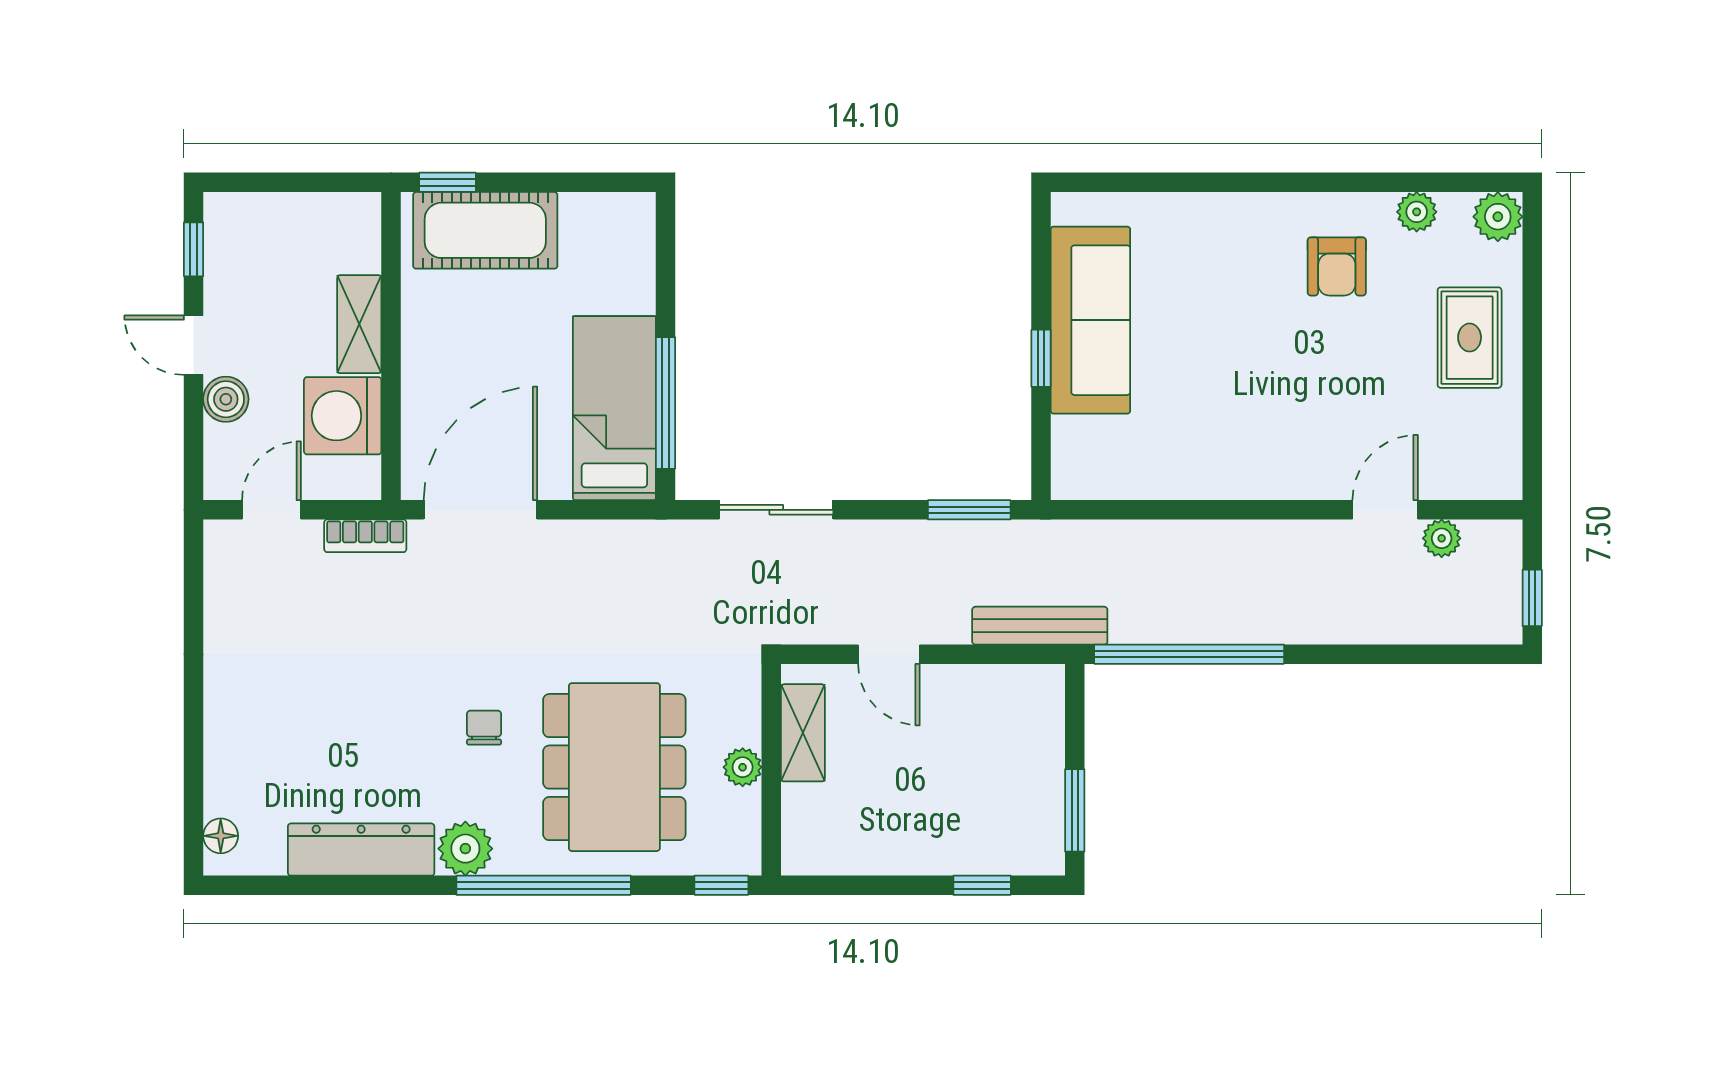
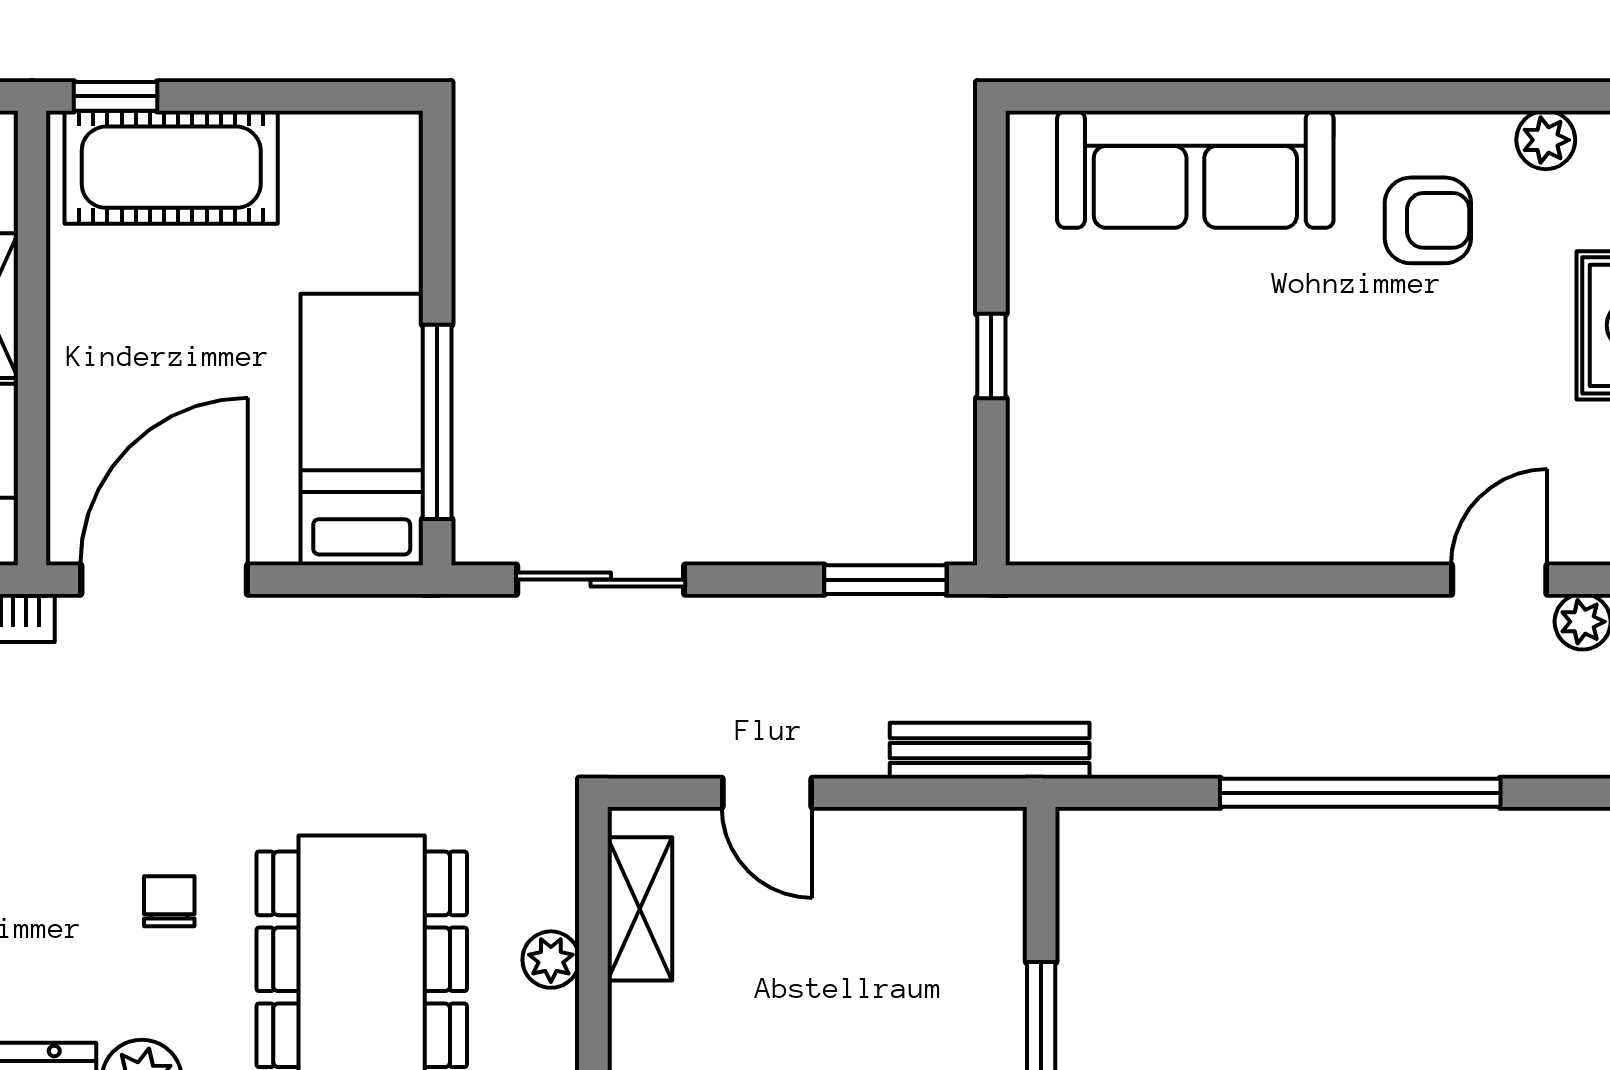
armchair: (1337, 266) -> (1428, 220), turned -90
sofa: (1090, 320) -> (1195, 169), moved, turned 90
window: (1189, 654) -> (1360, 793), moved

